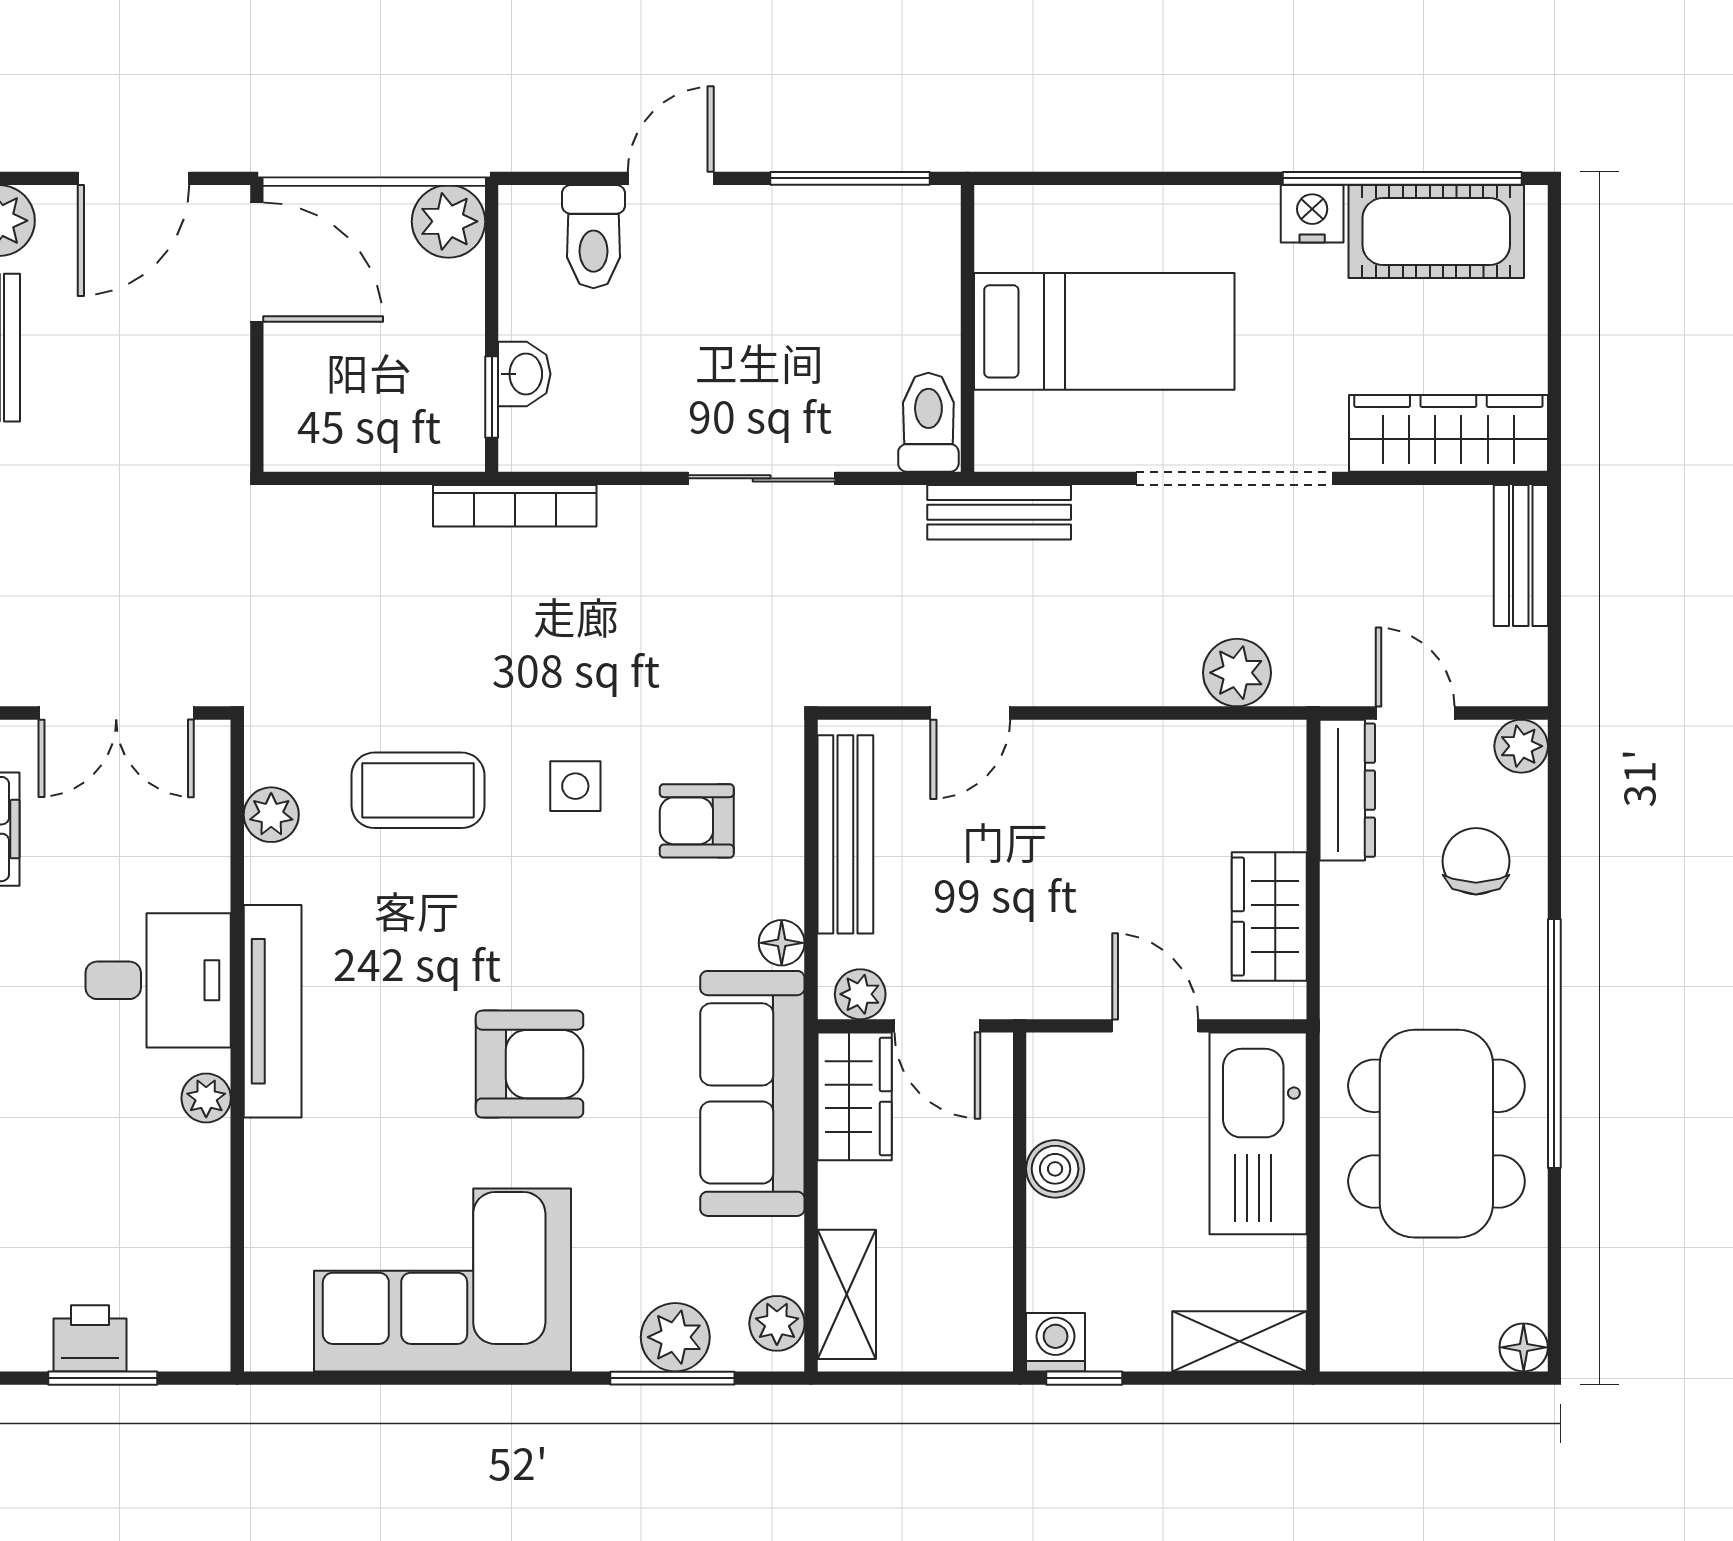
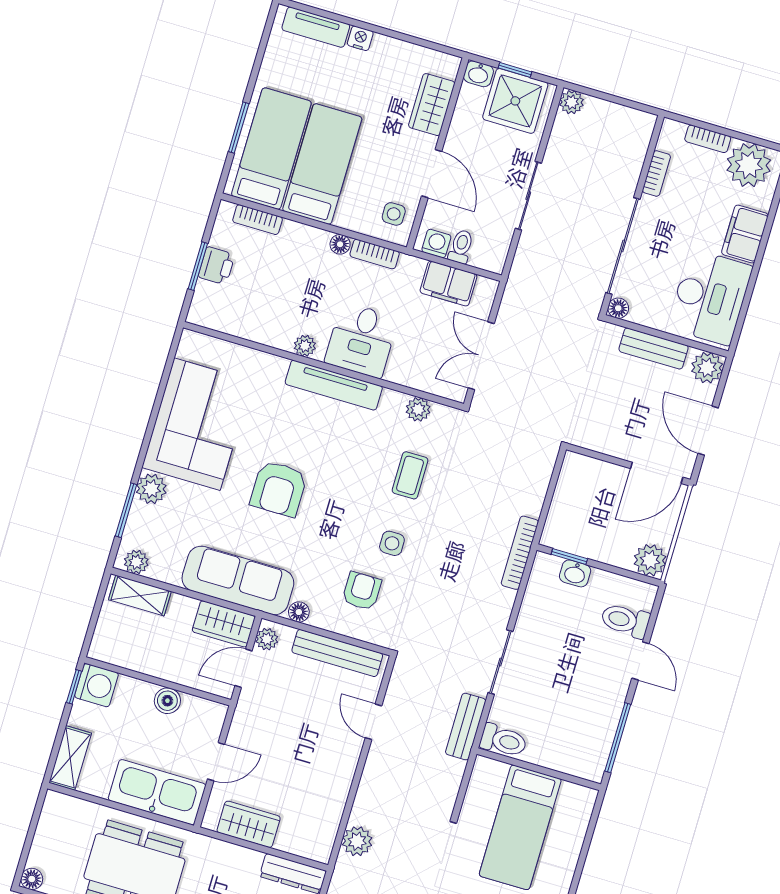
bench: (999, 512) -> (466, 727), moved
coffee table: (418, 790) -> (410, 475), width x0.73, depth x0.77
plant: (675, 1337) -> (151, 489), moved
washing machine: (1056, 1342) -> (96, 685), width x1.38, depth x1.38

